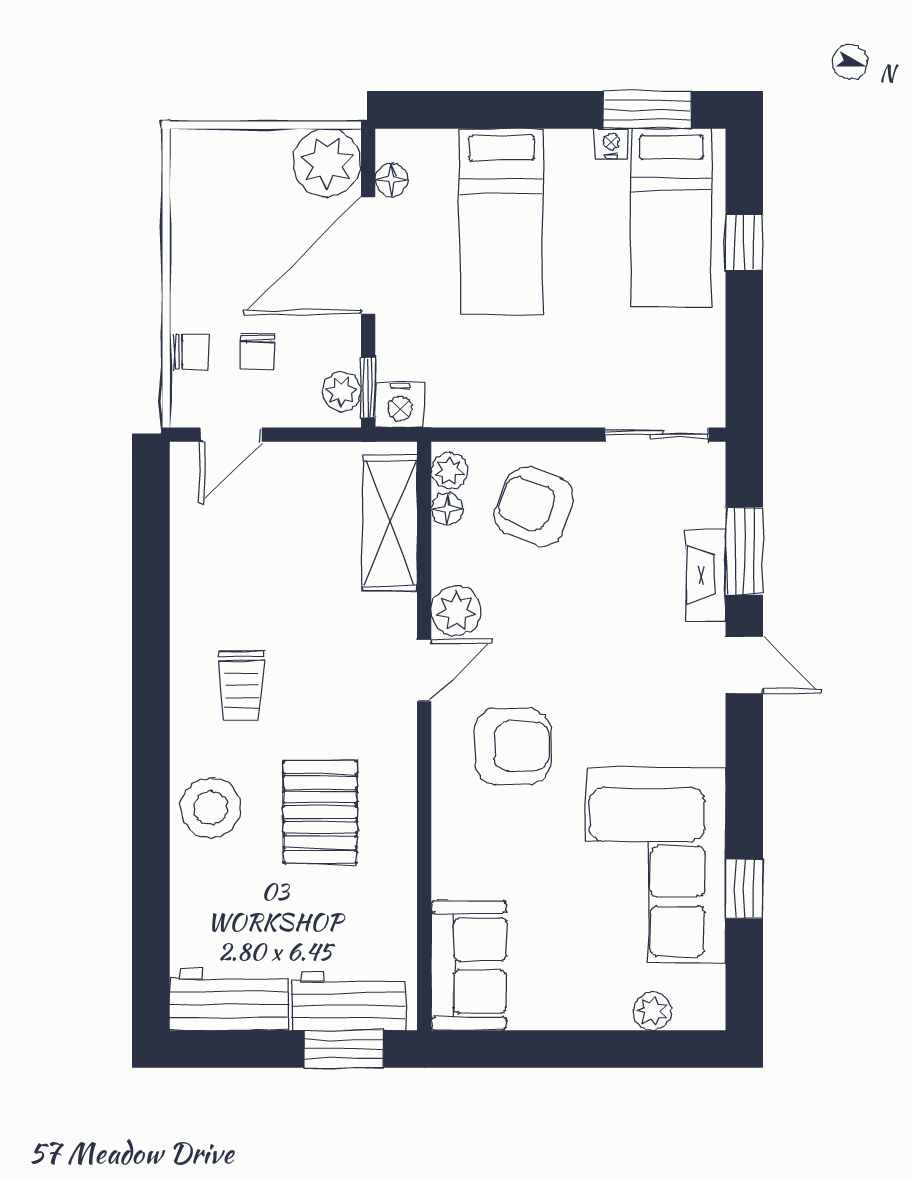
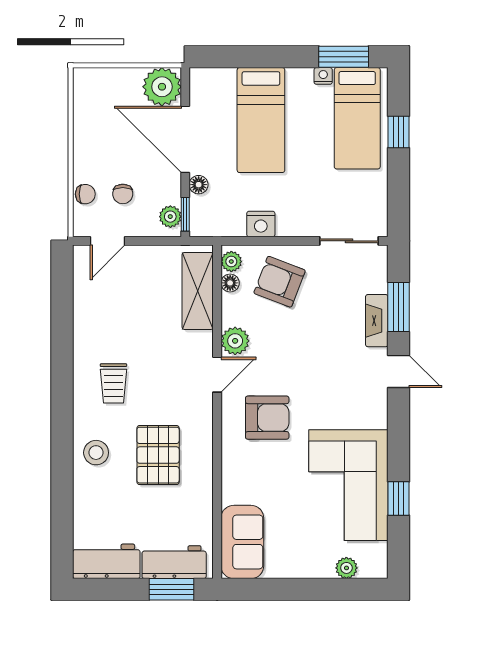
floor lamp: (392, 180) -> (199, 185), moved
door: (368, 255) -> (185, 139), hinge flipped
nightstand: (400, 405) -> (261, 224), moved
stool: (211, 808) -> (96, 453), width x0.73, depth x0.73

